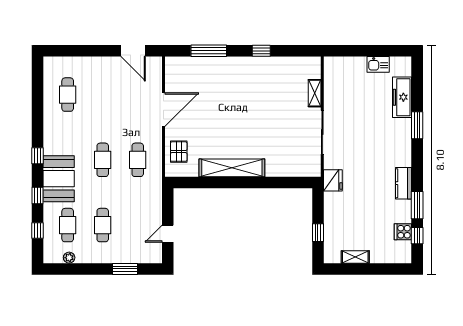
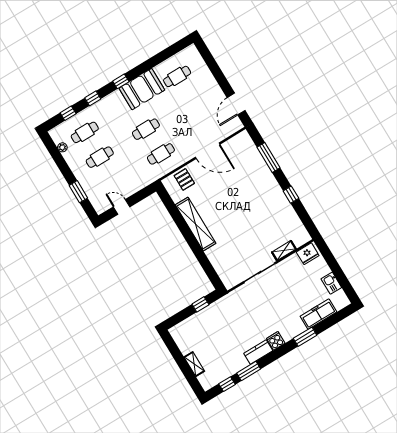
pallet: (179, 152) -> (184, 179), turned 90
booth: (59, 179) -> (142, 89), moved
fridge: (333, 180) -> (308, 254), moved
cooker: (403, 232) -> (276, 341), moved
window: (318, 233) -> (200, 304), moved
shelving: (355, 257) -> (194, 364), moved

